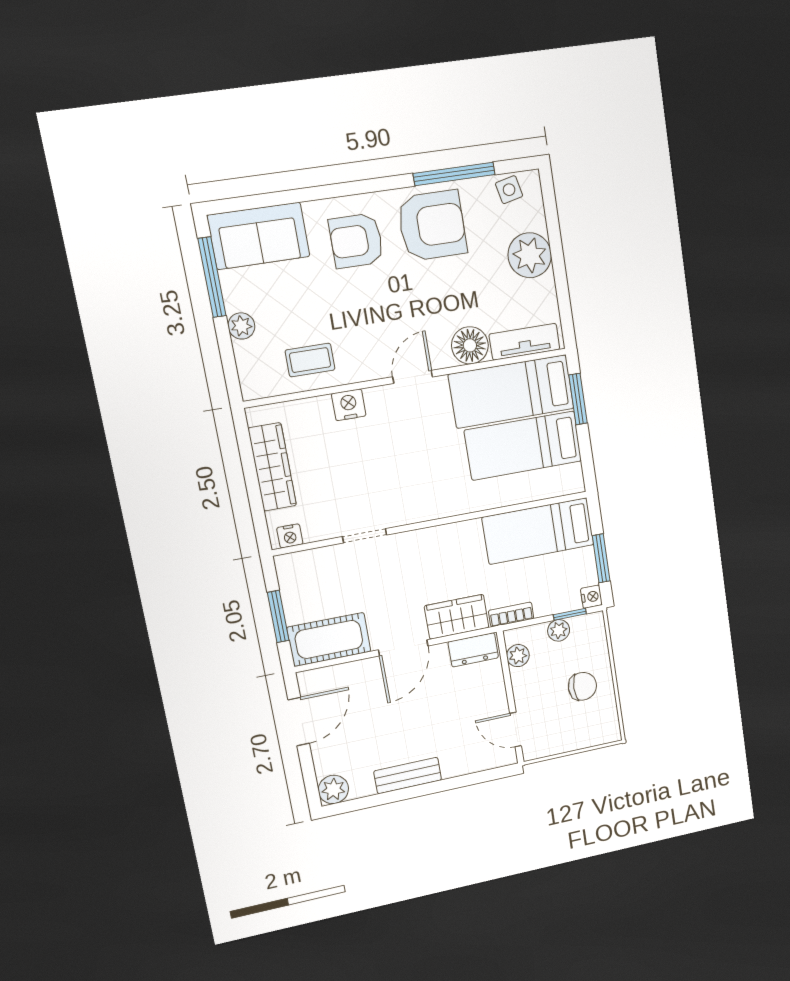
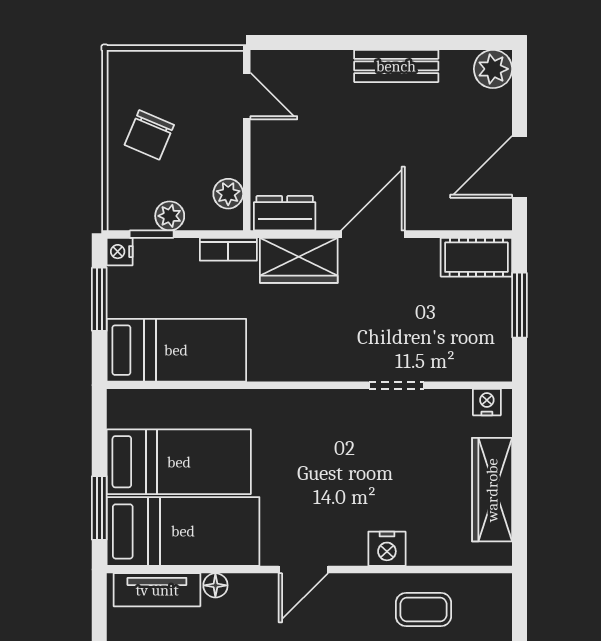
floor lamp: (470, 345) -> (215, 585), width x0.53, depth x0.53
cot: (329, 639) -> (476, 257), width x0.73, depth x0.75
chair: (582, 686) -> (149, 135), turned -67

